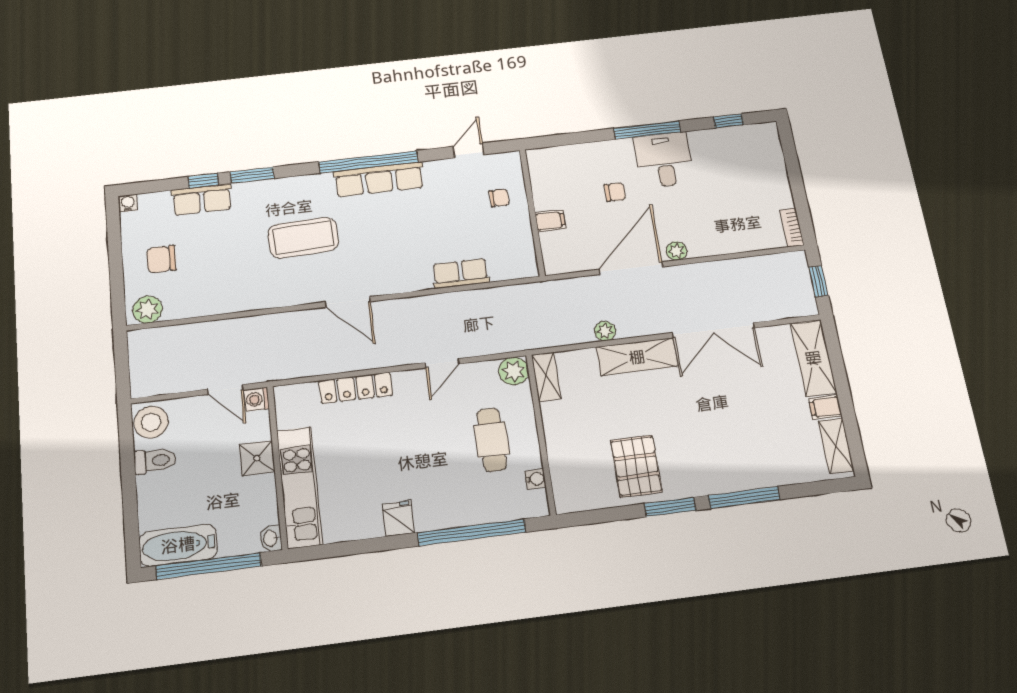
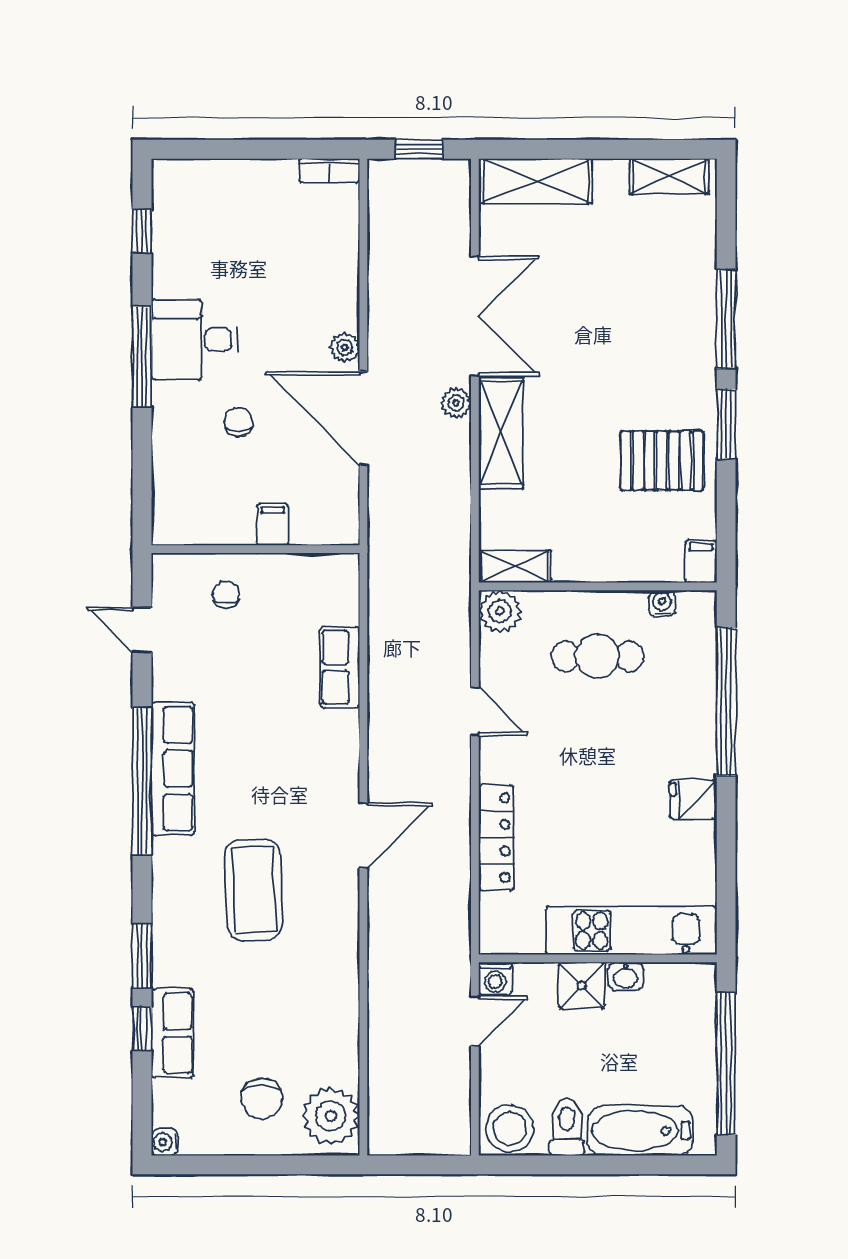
plant: (147, 310) -> (331, 1116), width x1.36, depth x1.36
plant: (605, 331) -> (456, 403), moved
filing cabinet: (825, 407) -> (701, 562), moved, turned 180
washbasin: (271, 538) -> (626, 976), moved
bathtub: (178, 545) -> (640, 1131), moved, turned 90

